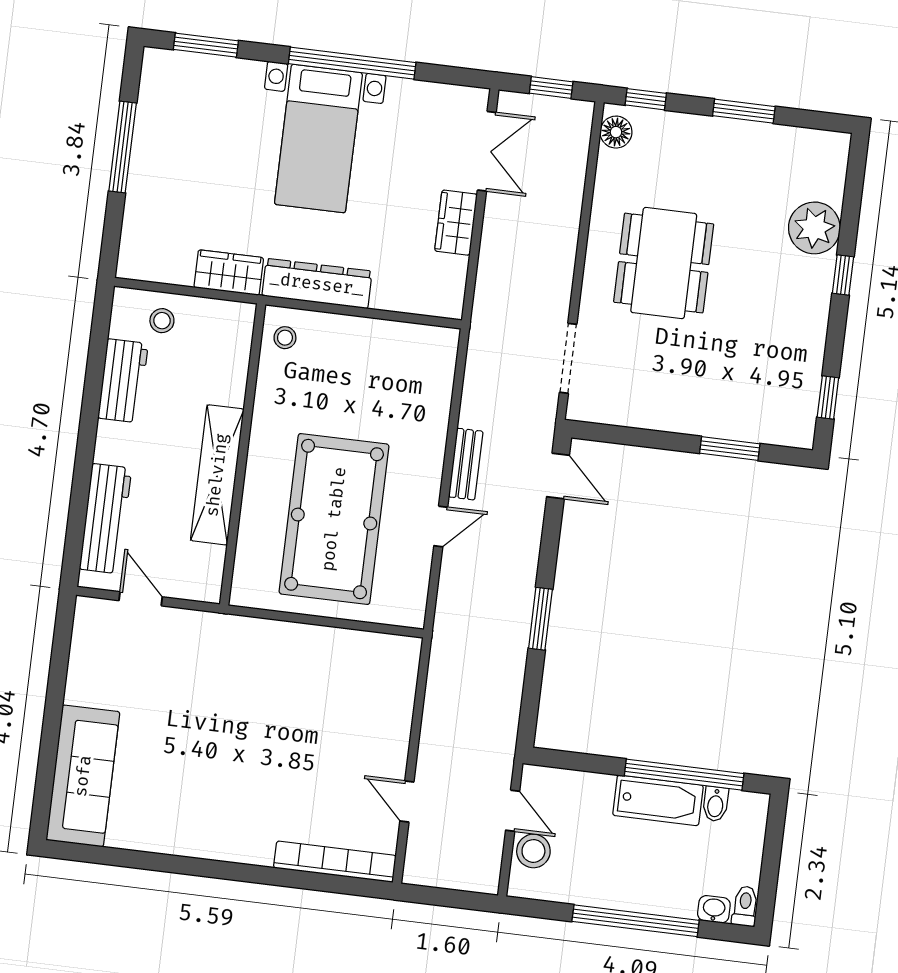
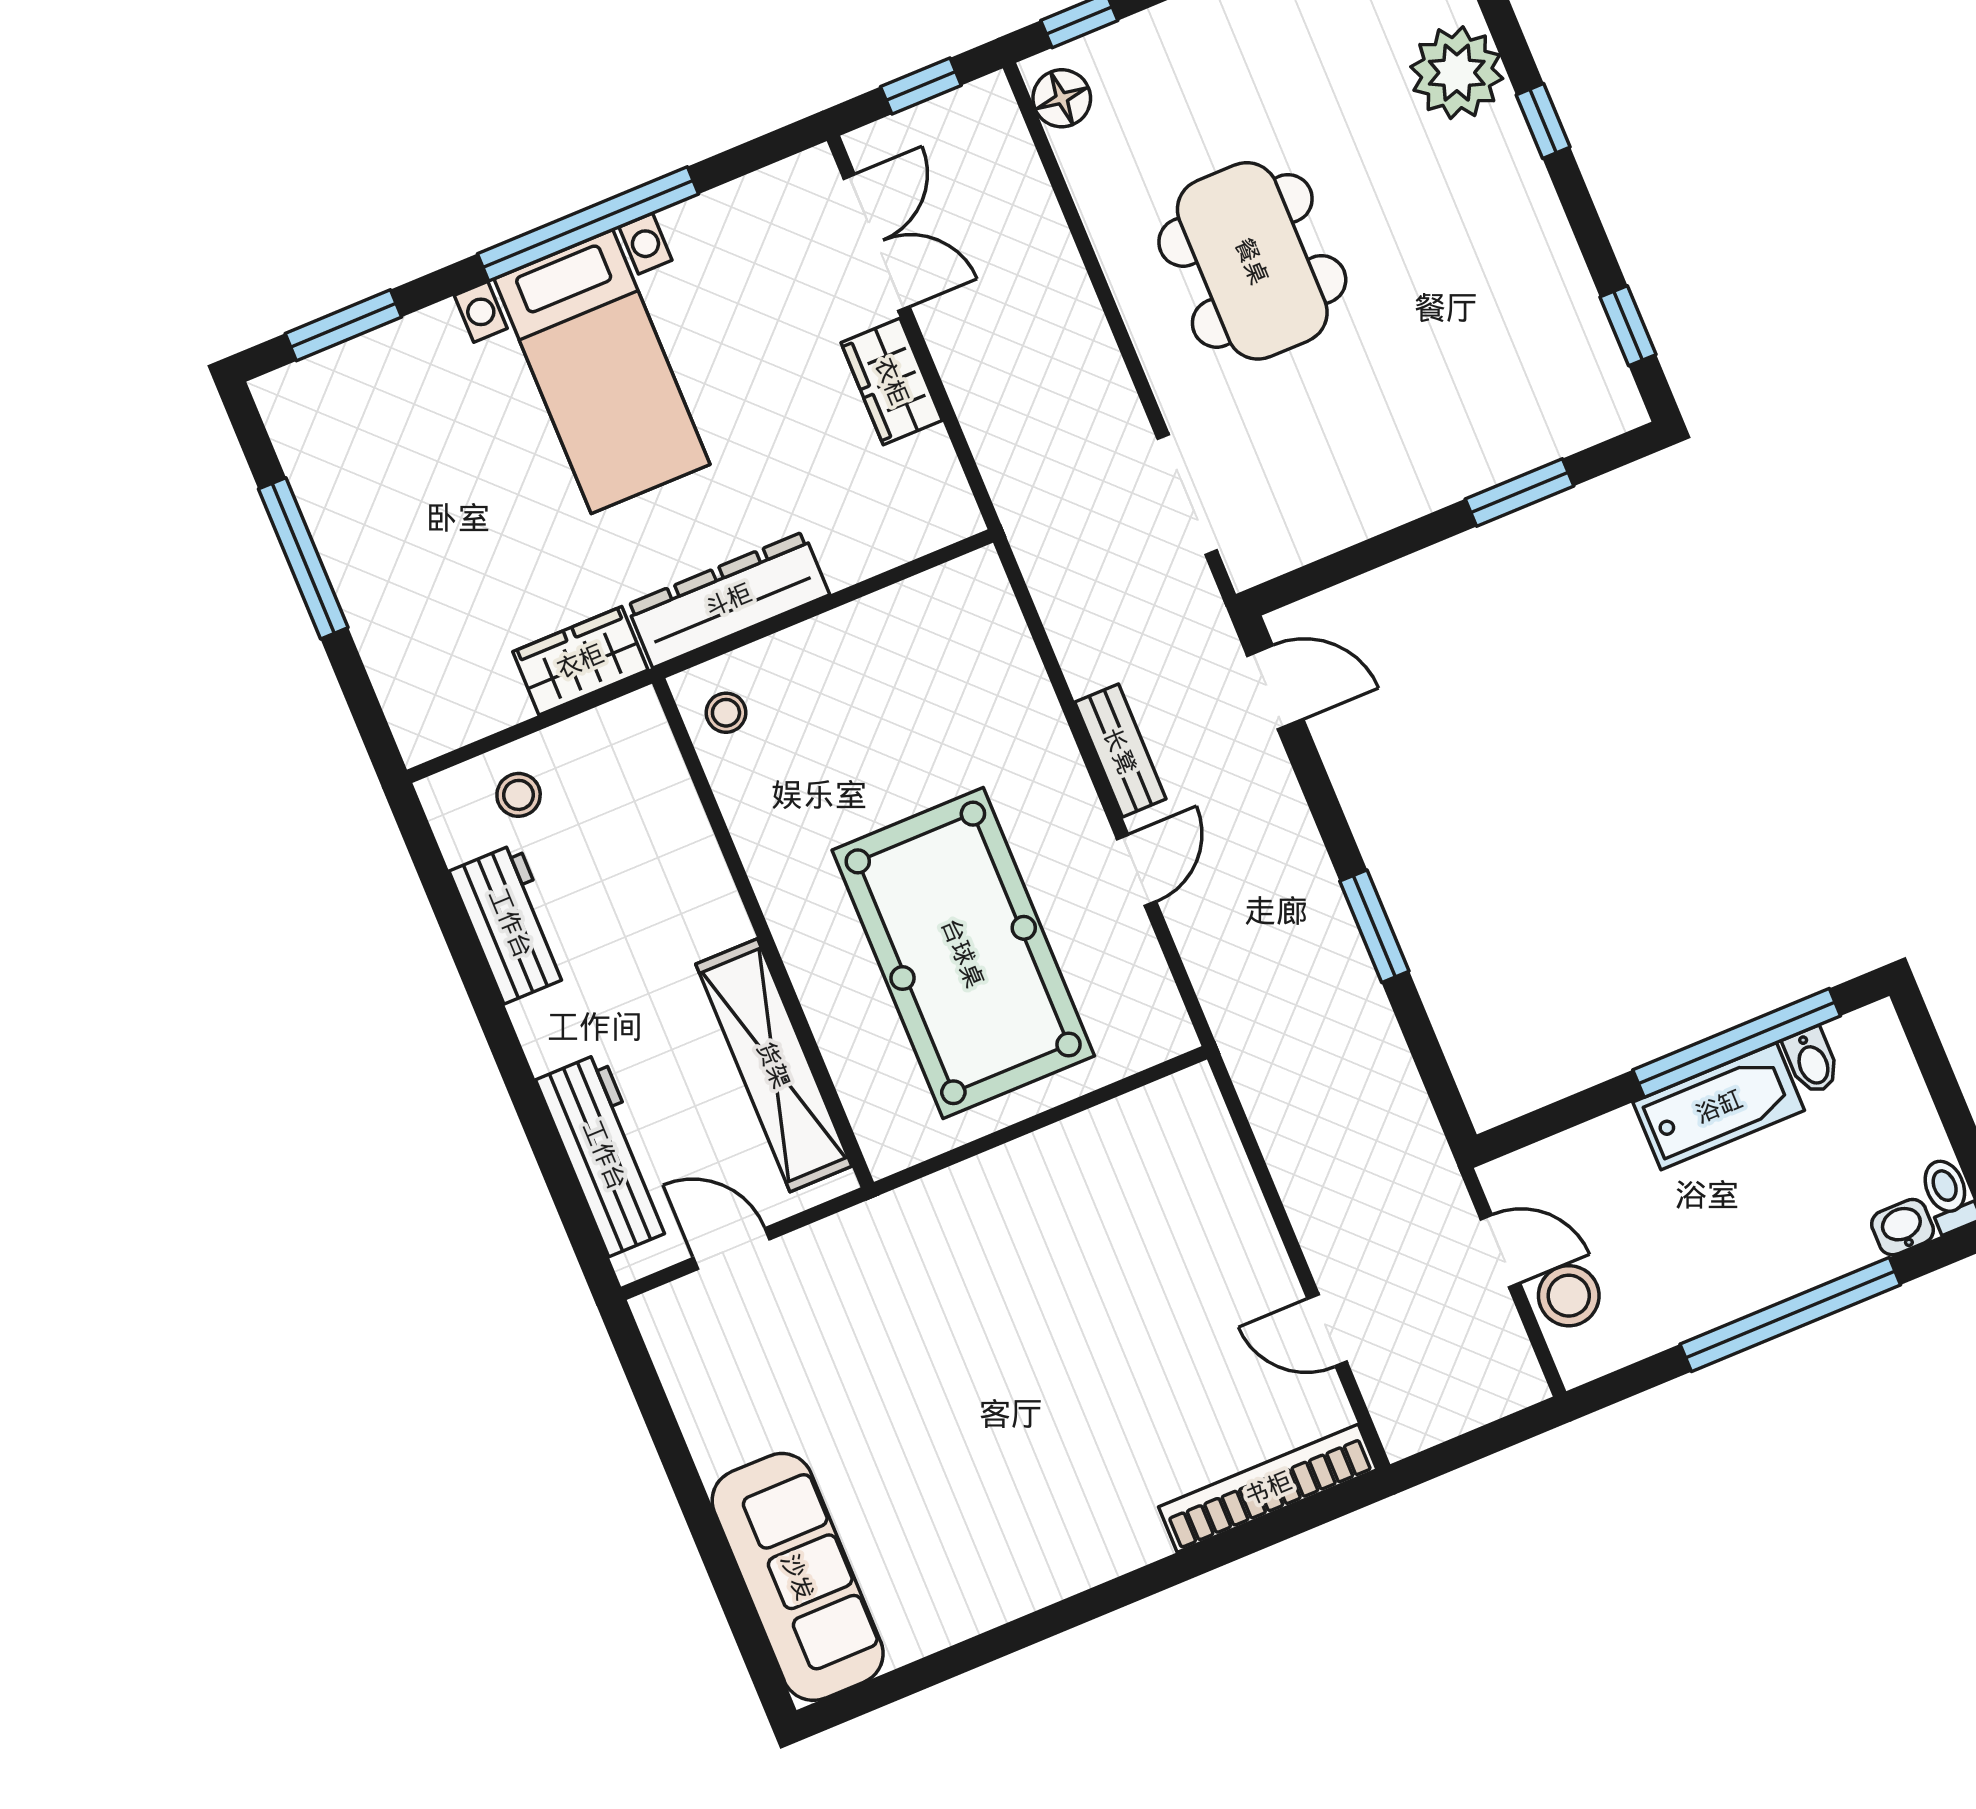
shelving: (217, 475) -> (774, 1065), moved

